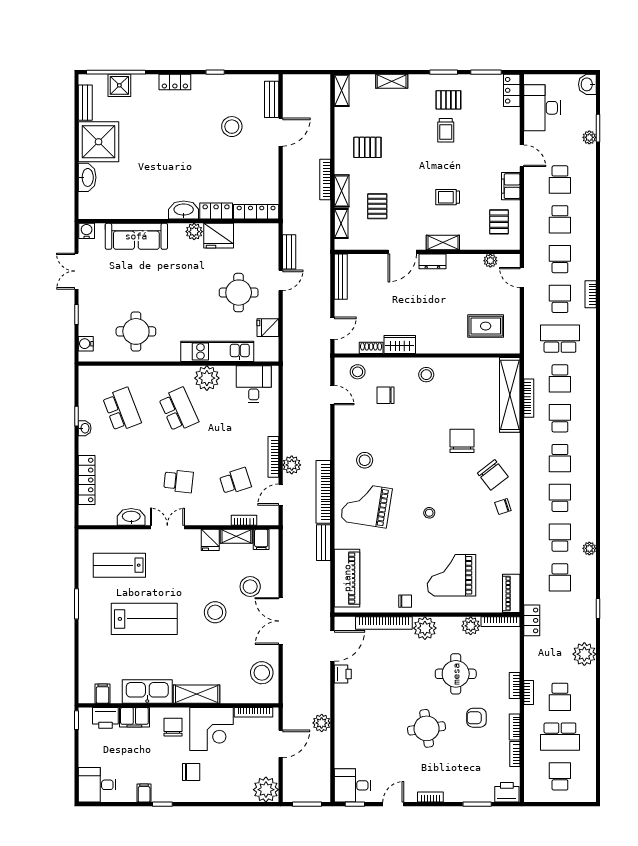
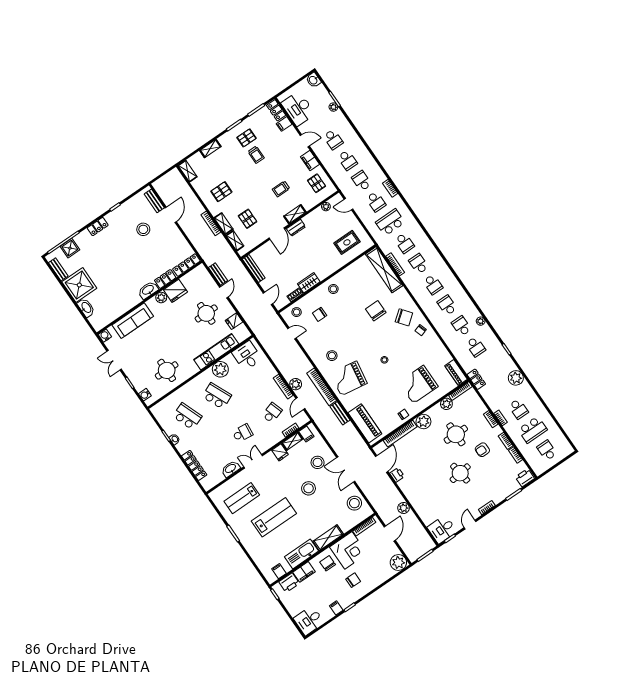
filing cabinet: (510, 115) -> (284, 124), added
school desk: (560, 299) -> (376, 202), turned 180

